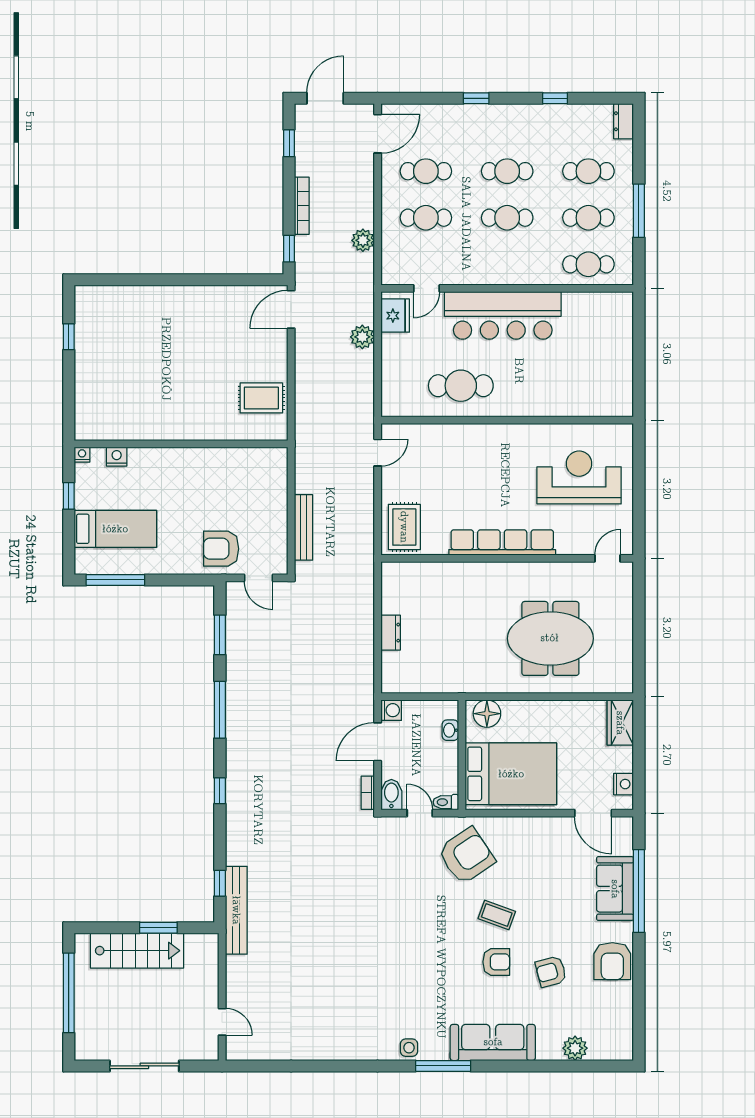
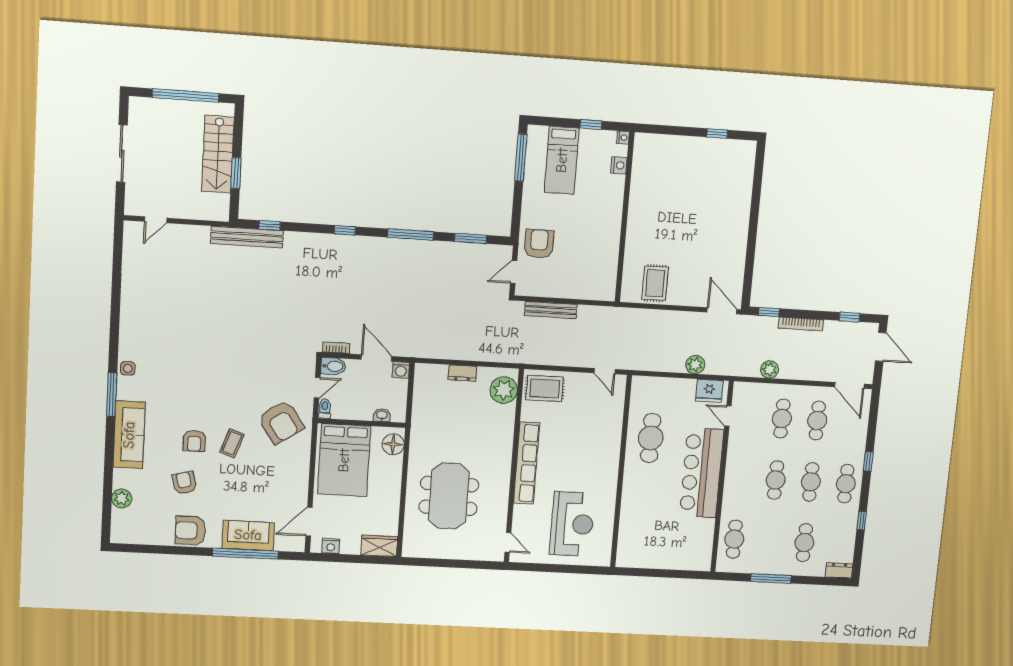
cafe table: (588, 218) -> (846, 484), moved
plant: (409, 579) -> (504, 390), added

